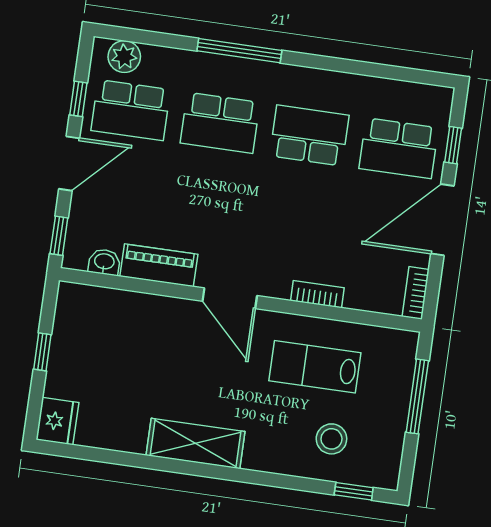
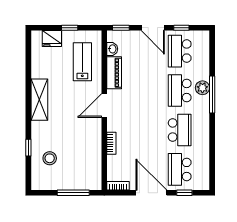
plant: (124, 57) -> (202, 88), moved
lab bench: (315, 367) -> (82, 62), moved
fridge: (57, 421) -> (52, 38), moved
window: (354, 491) -> (28, 148), moved

